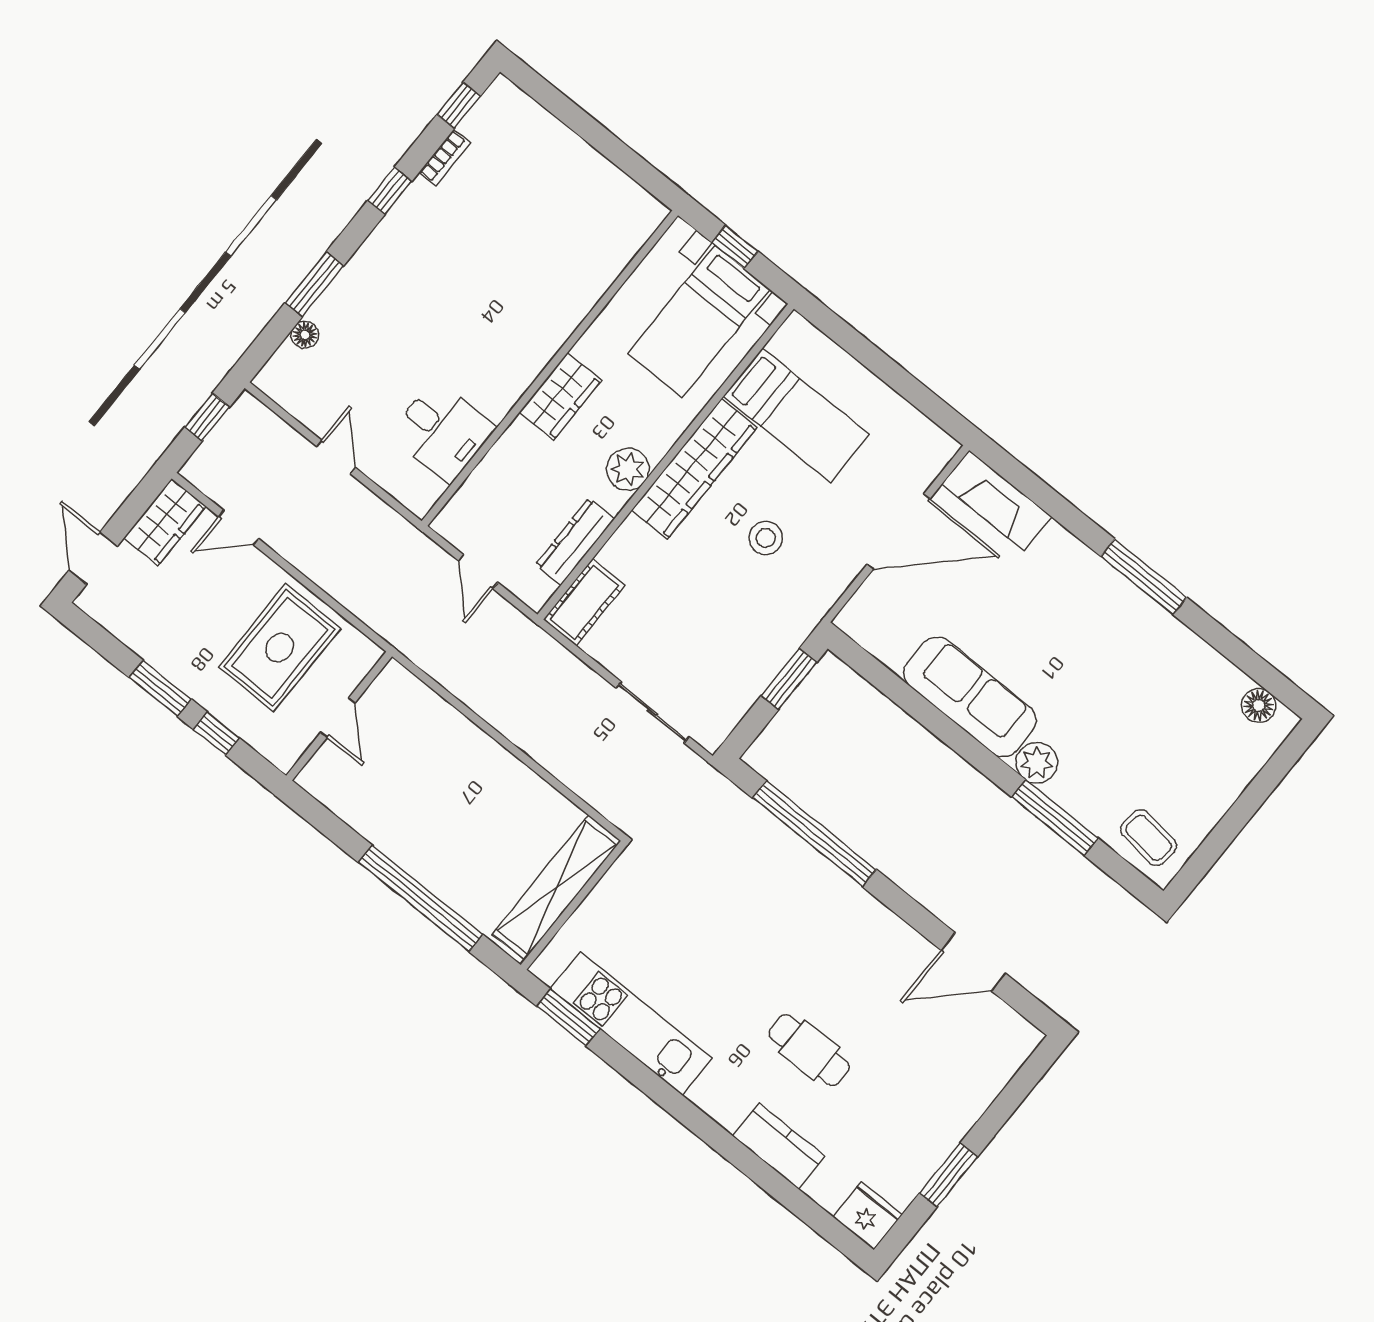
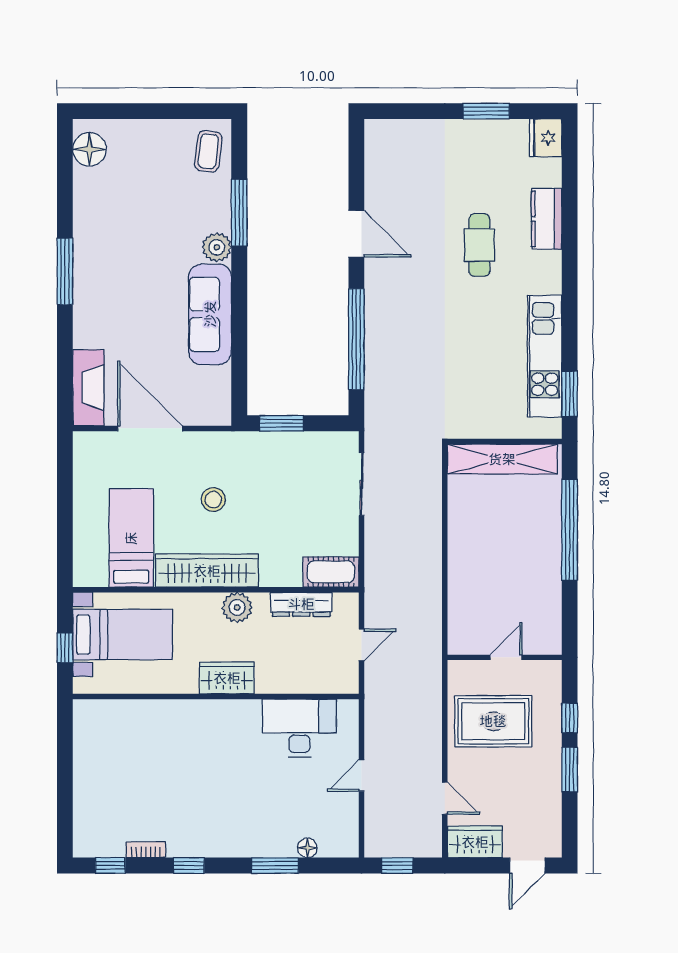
desk: (442, 431) -> (299, 728), width x1.37
floor lamp: (1259, 705) -> (90, 149), width x1.38, depth x1.38
door: (973, 962) -> (356, 234), moved

